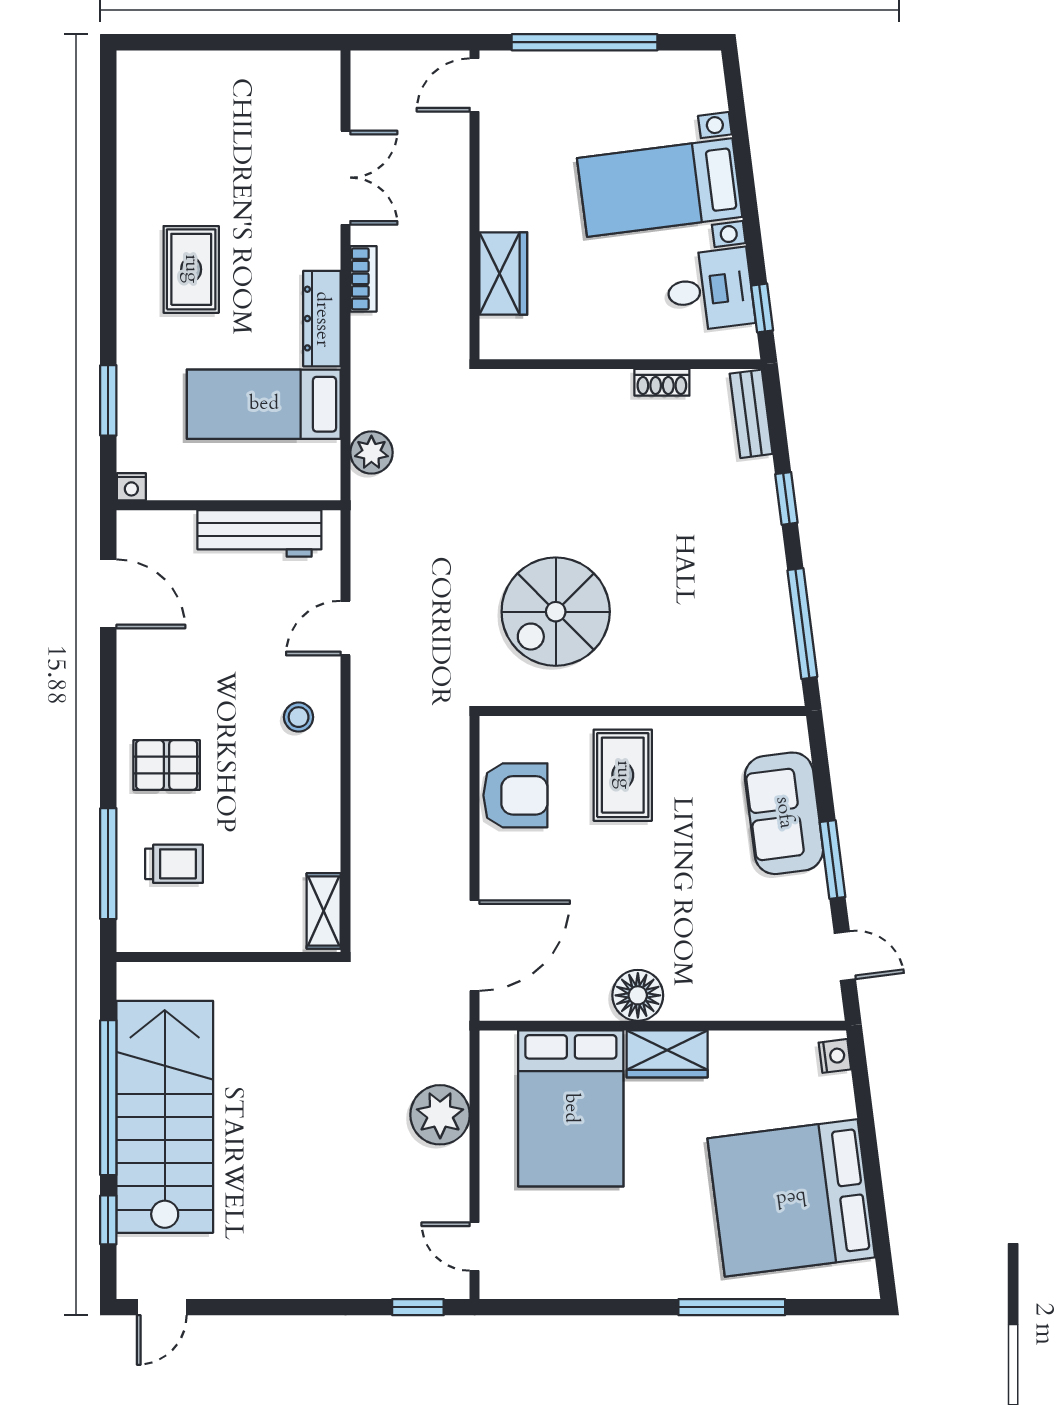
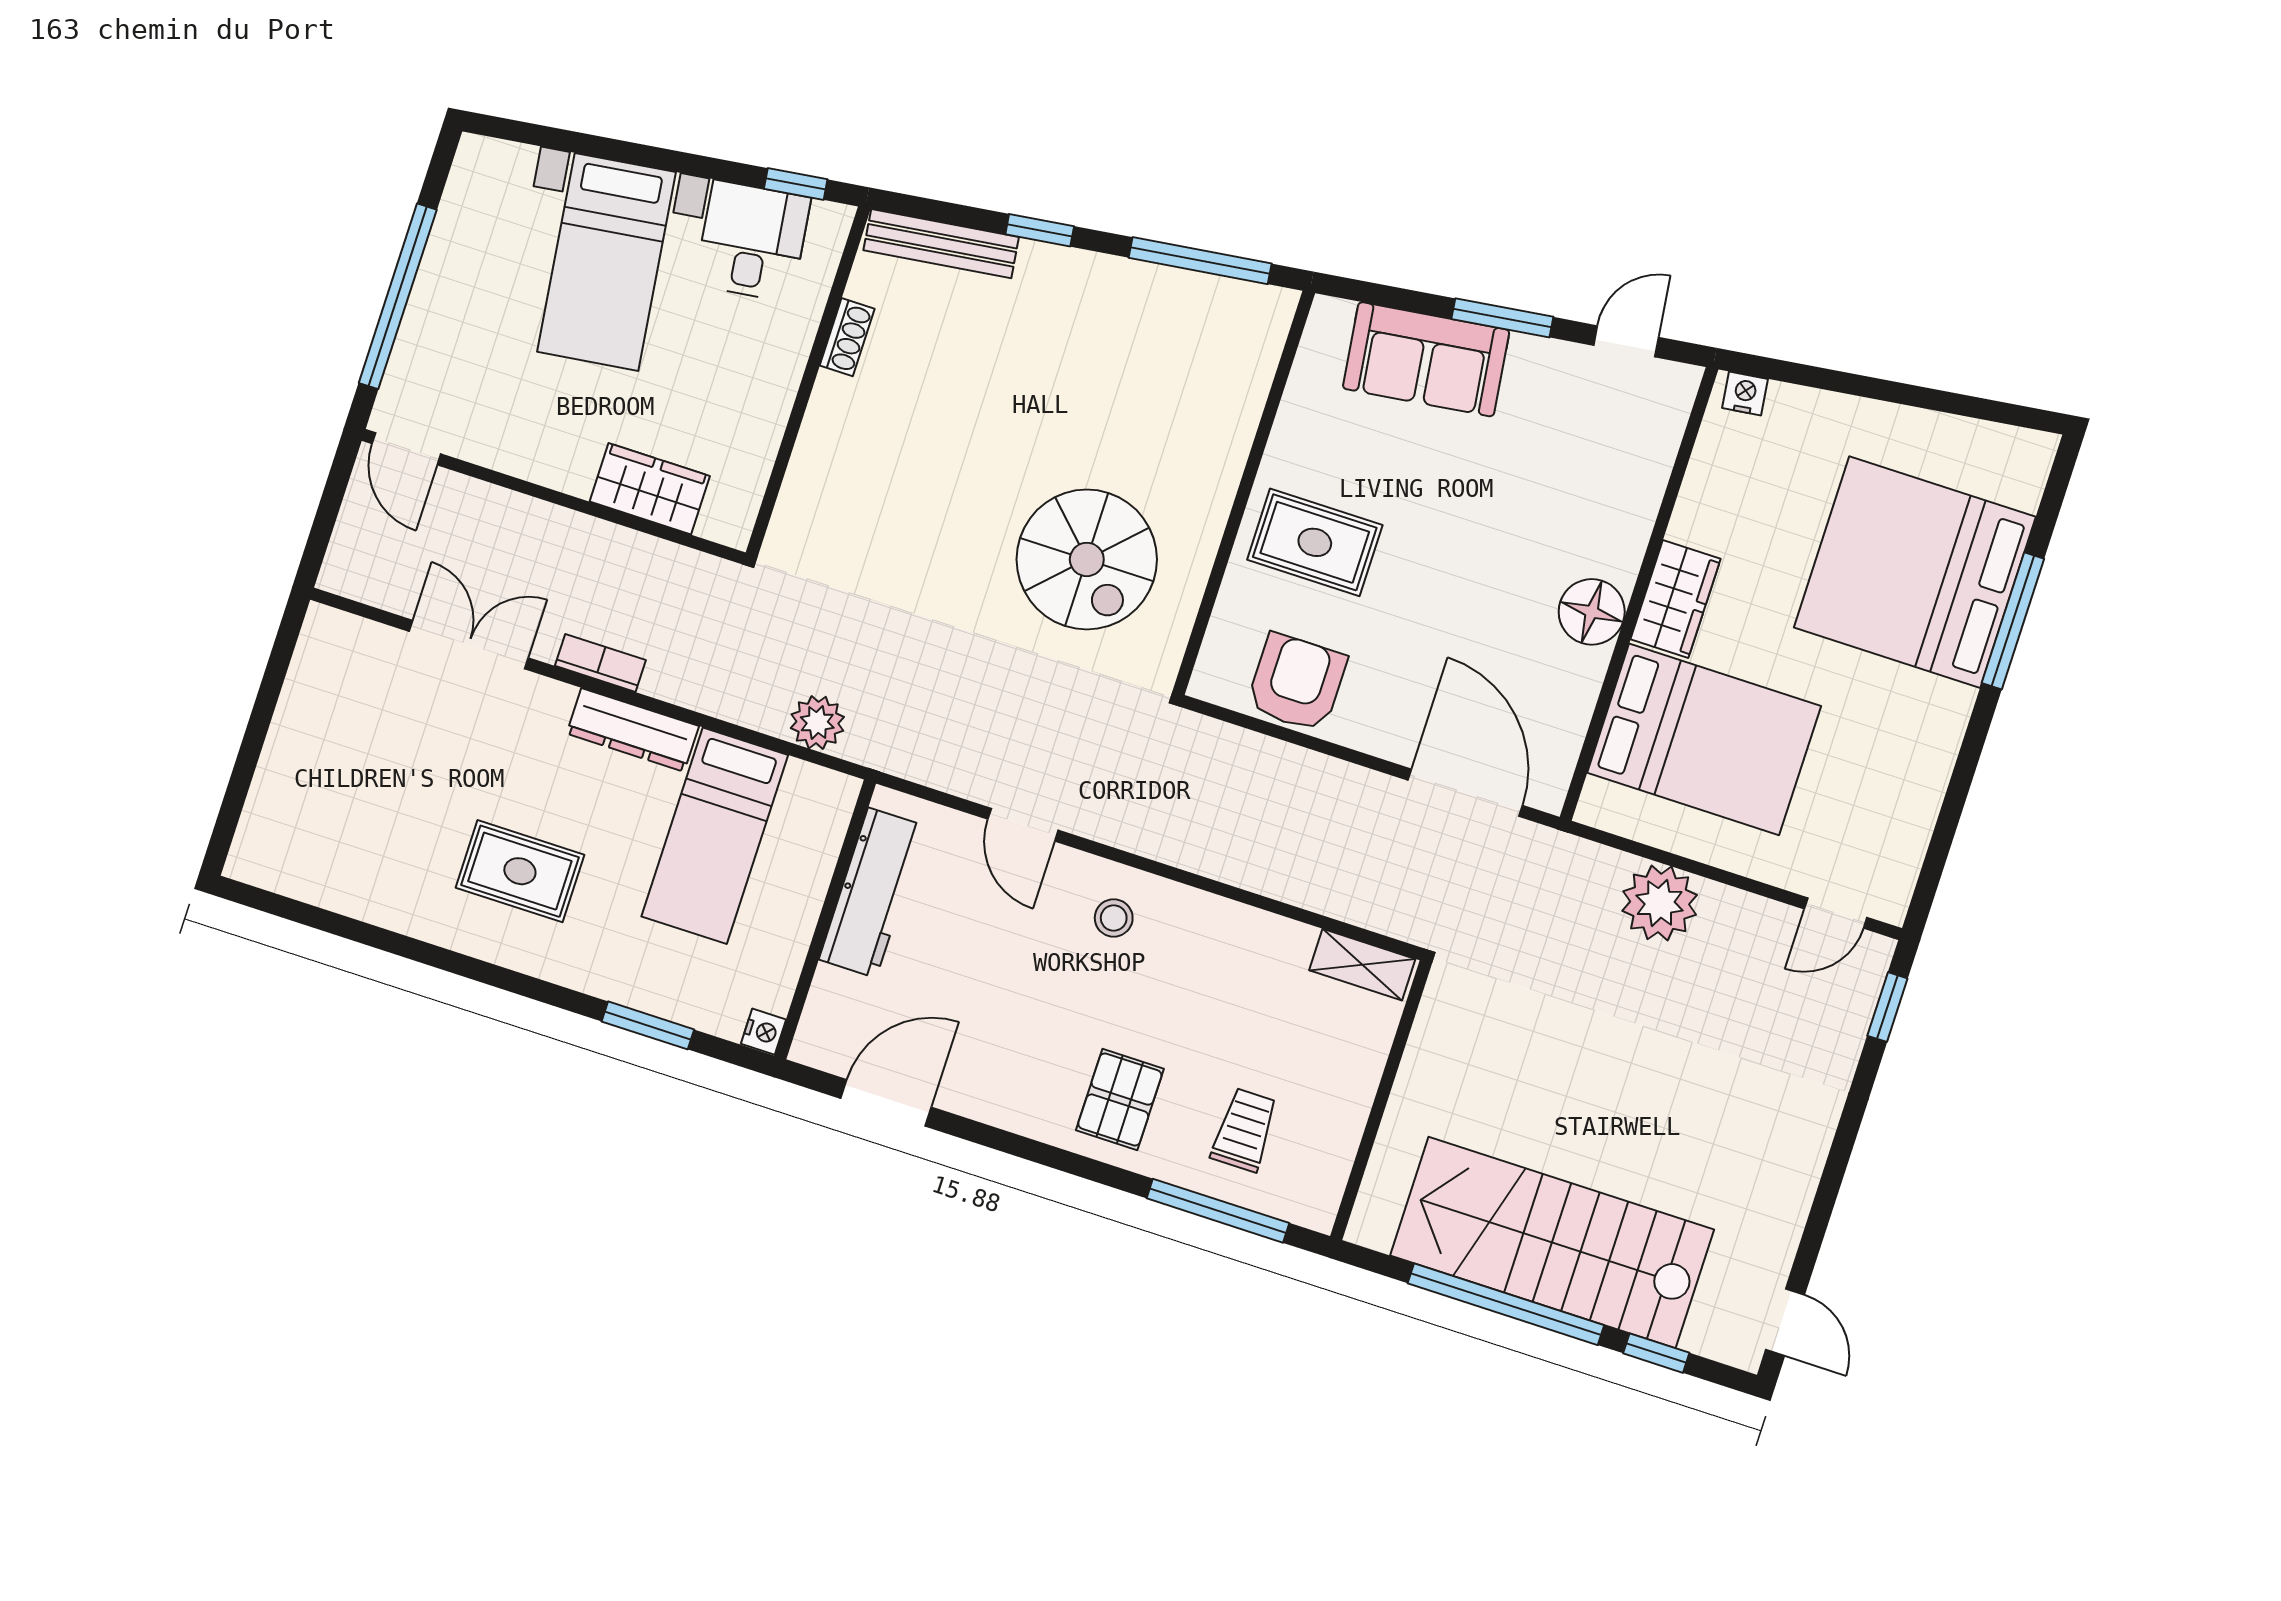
bench: (751, 414) -> (941, 244), width x1.36
bed: (791, 1198) -> (1915, 572), moved, turned 97

